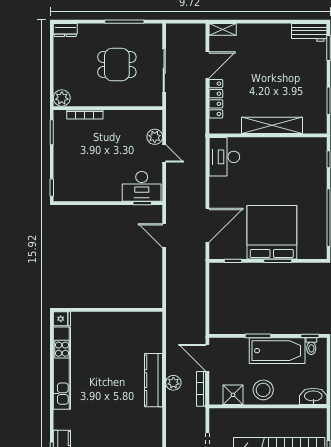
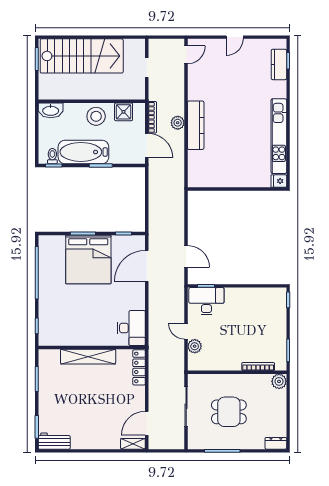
door: (207, 65) -> (147, 423), moved
locker: (216, 99) -> (139, 367), moved

